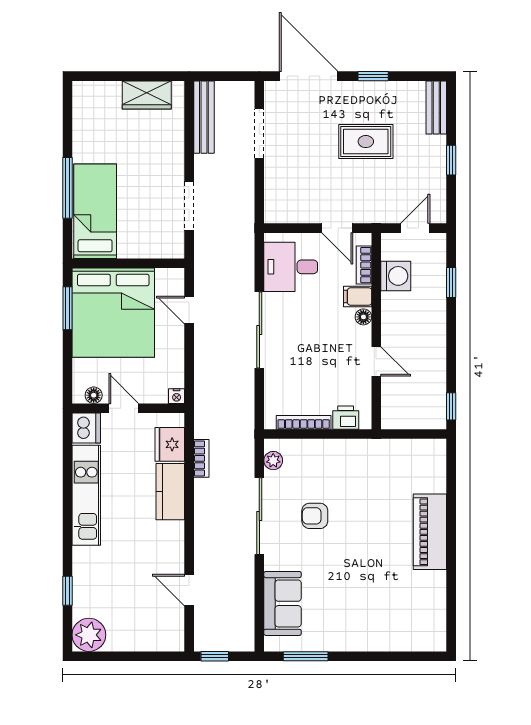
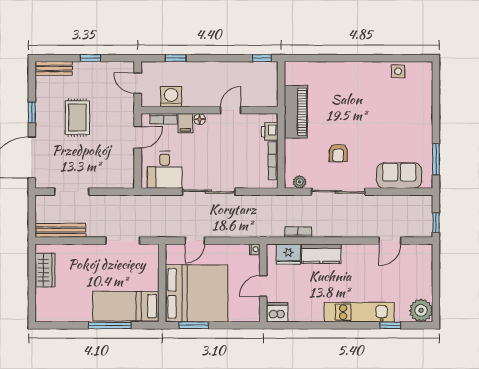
floor lamp: (94, 395) -> (254, 307), removed
kitchen unit: (86, 495) -> (359, 312), moved
piano: (430, 532) -> (296, 112), moved, turned -90
side table: (432, 602) -> (398, 71), added

